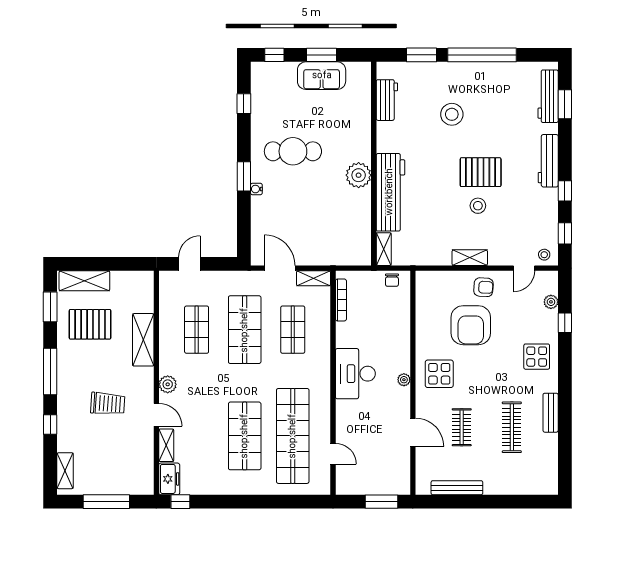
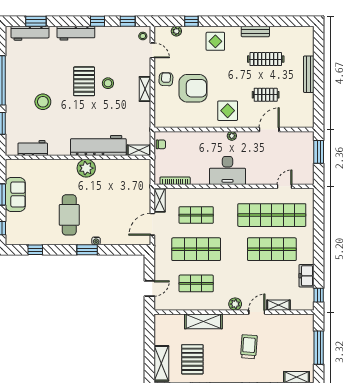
door: (189, 264) -> (149, 289), swing flipped
freezer: (169, 479) -> (306, 276), moved, turned -90
bench: (457, 488) -> (309, 74), moved

